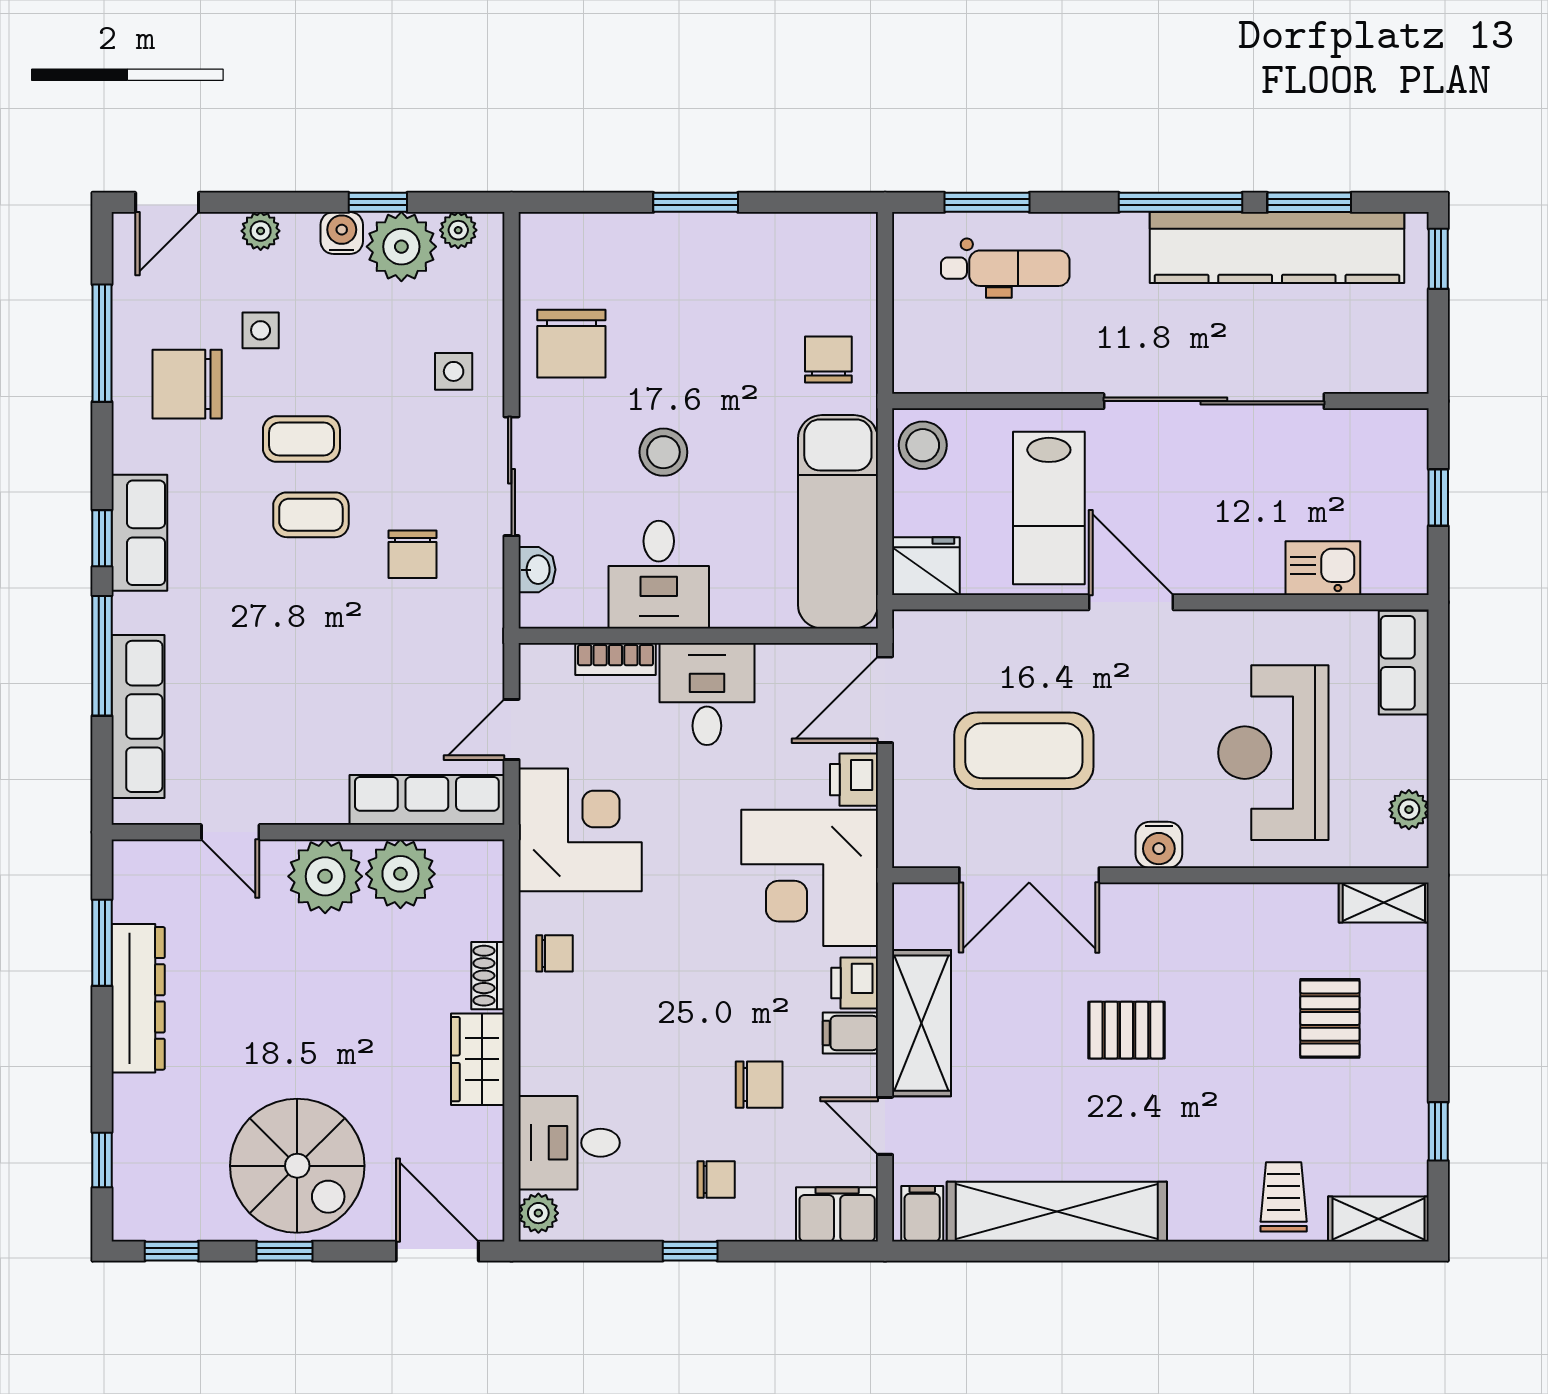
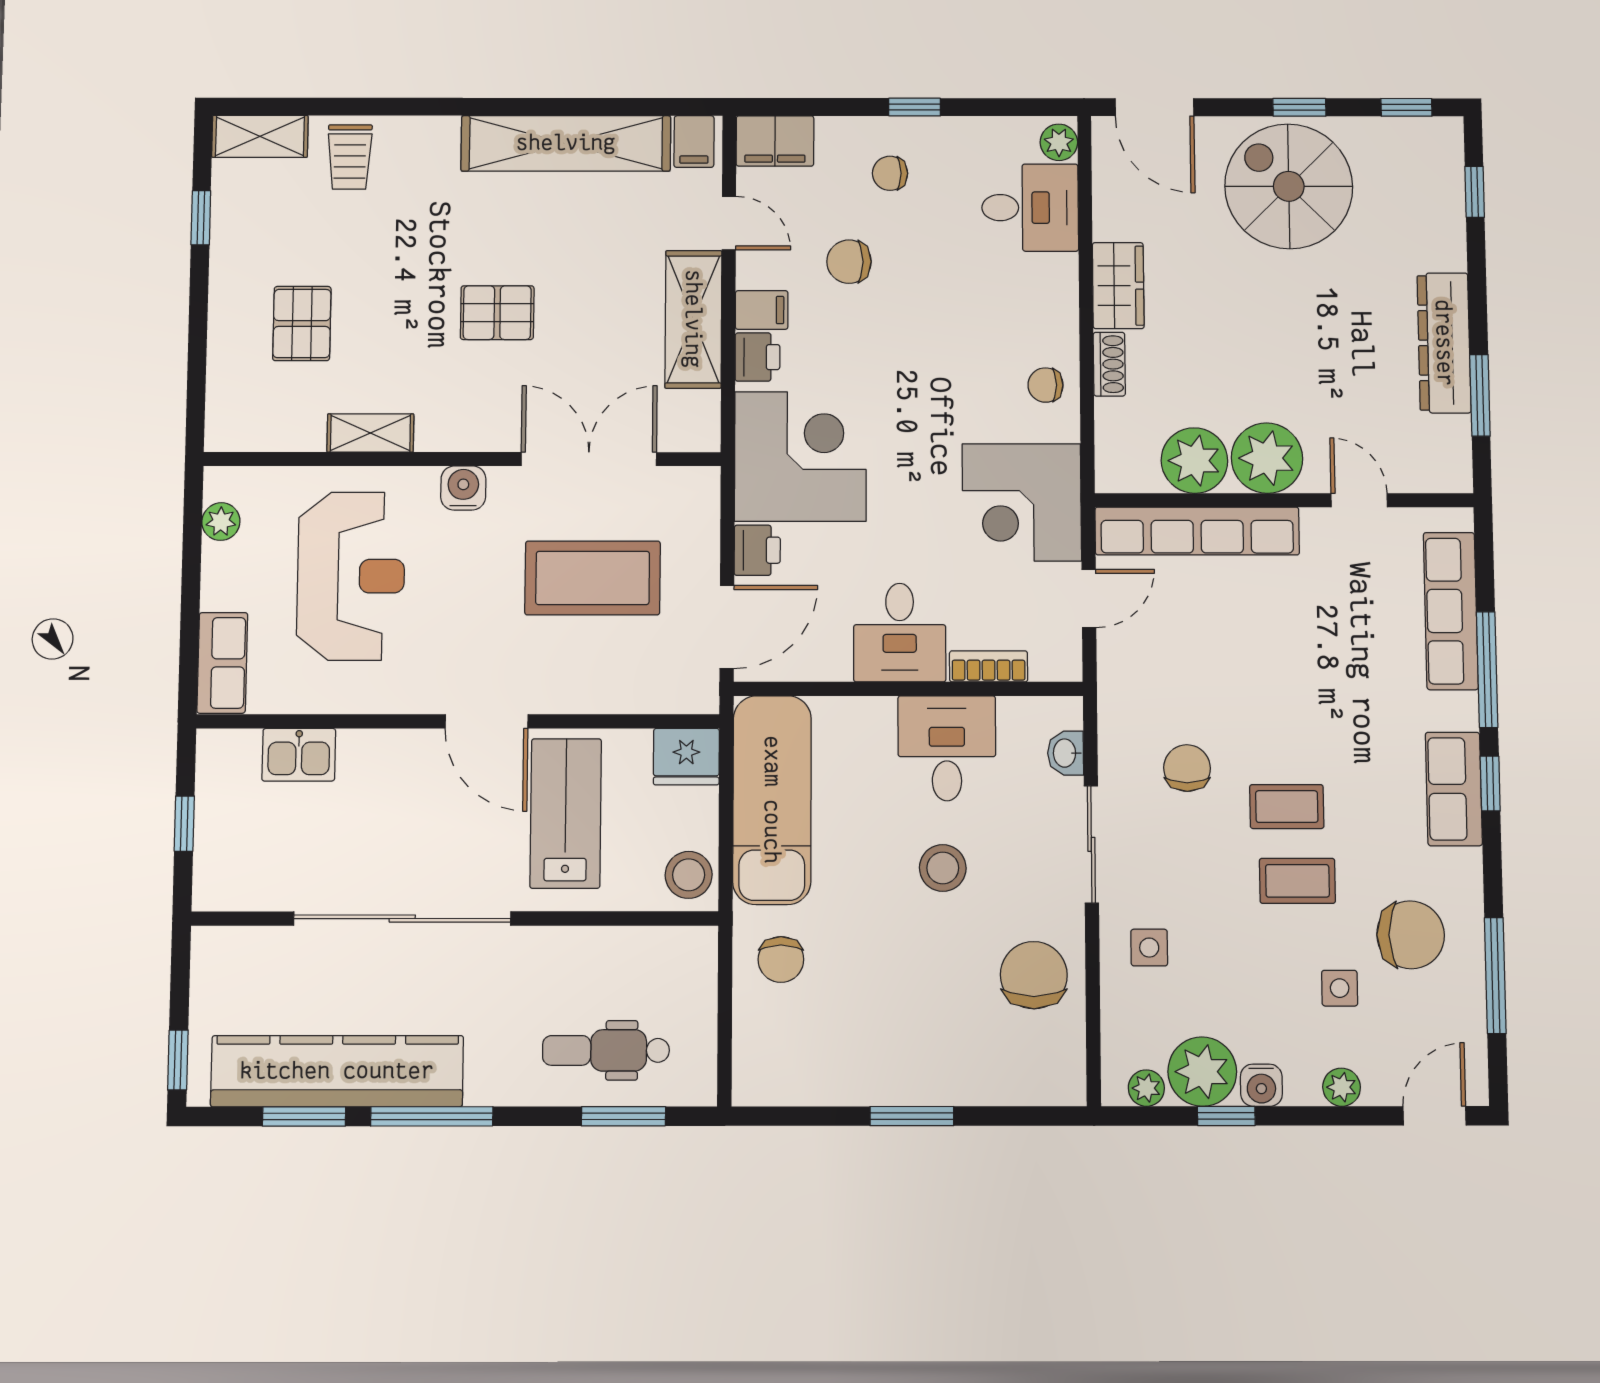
row of seats: (427, 800) -> (1197, 531), width x1.36
shelving: (1384, 903) -> (370, 433), moved

